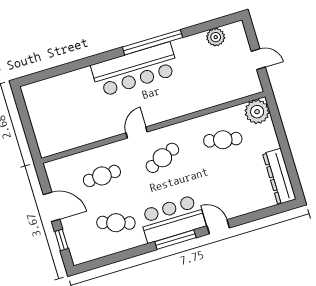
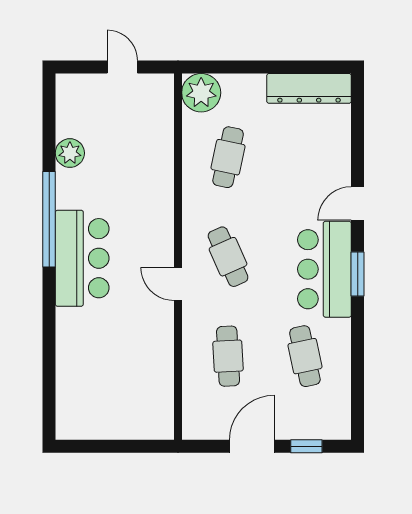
plant: (216, 37) -> (70, 153), moved
door: (258, 59) -> (122, 67), hinge flipped
bar counter: (135, 70) -> (82, 258), width x0.73
cafe table: (116, 223) -> (305, 356), turned -30
window: (175, 240) -> (358, 274), width x0.69

